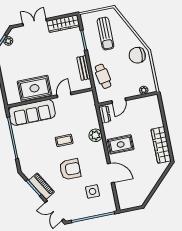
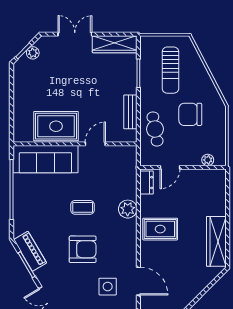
chair: (137, 55) -> (190, 114), moved
door: (111, 173) -> (138, 281), moved
piano: (42, 186) -> (30, 251), moved

